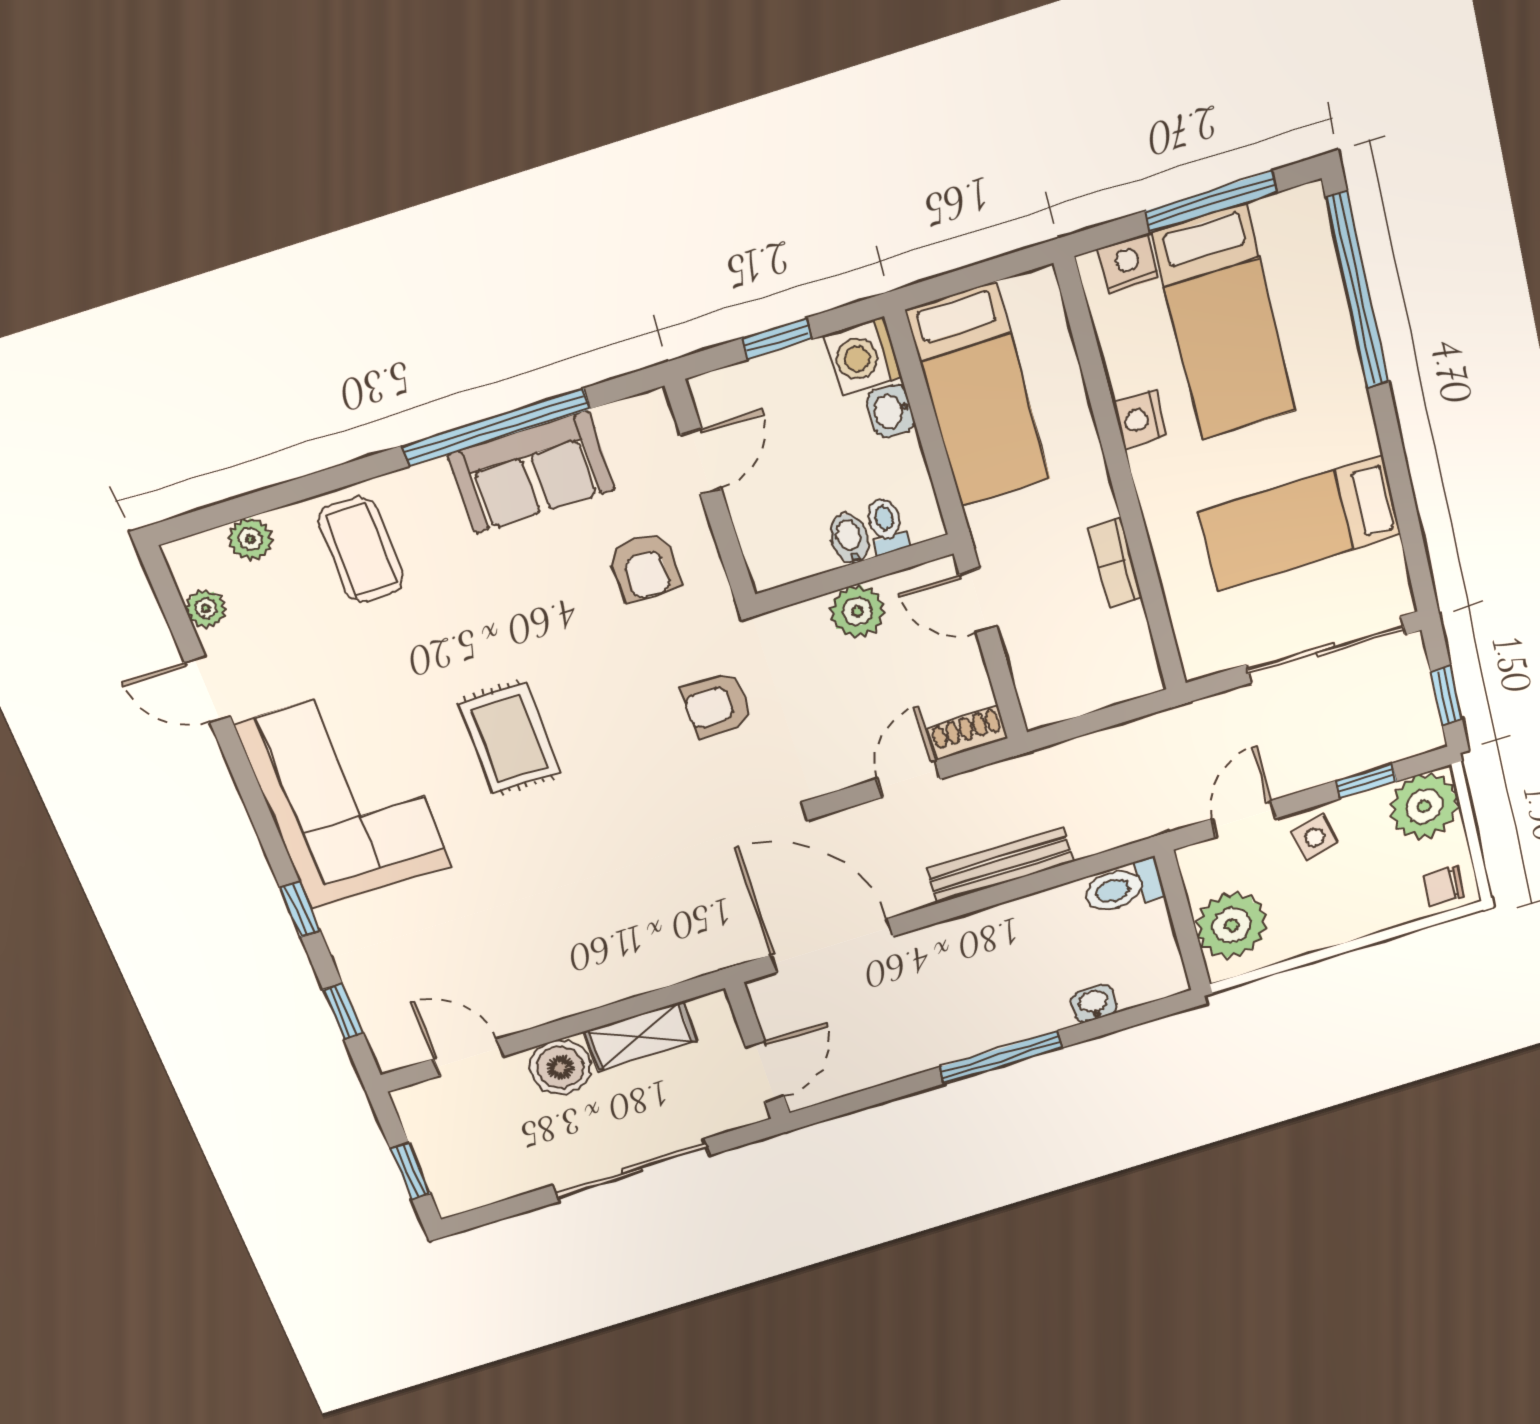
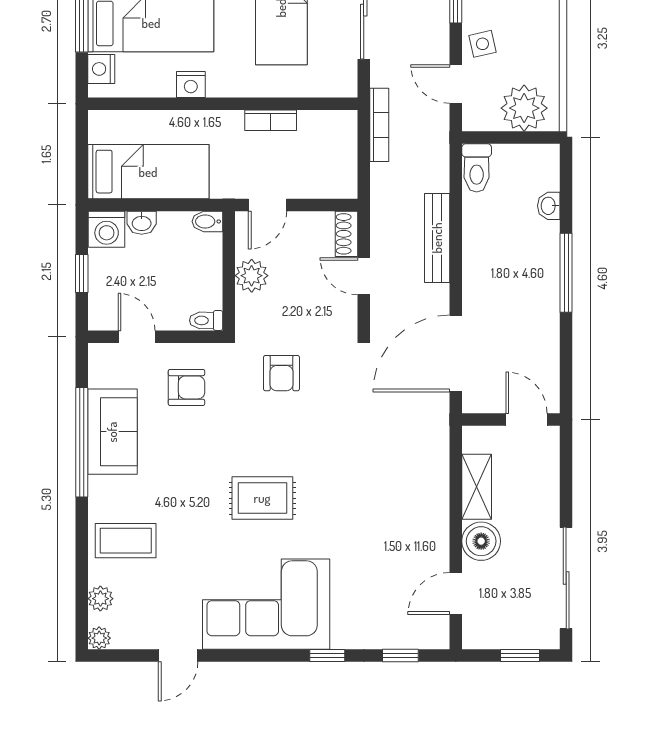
toilet: (886, 525) -> (206, 320), moved
bidet: (849, 539) -> (207, 221), moved
plant: (206, 608) -> (99, 638), moved
bookcase: (1152, 728) -> (379, 125), added
sliding door: (631, 1170) -> (566, 578), moved

